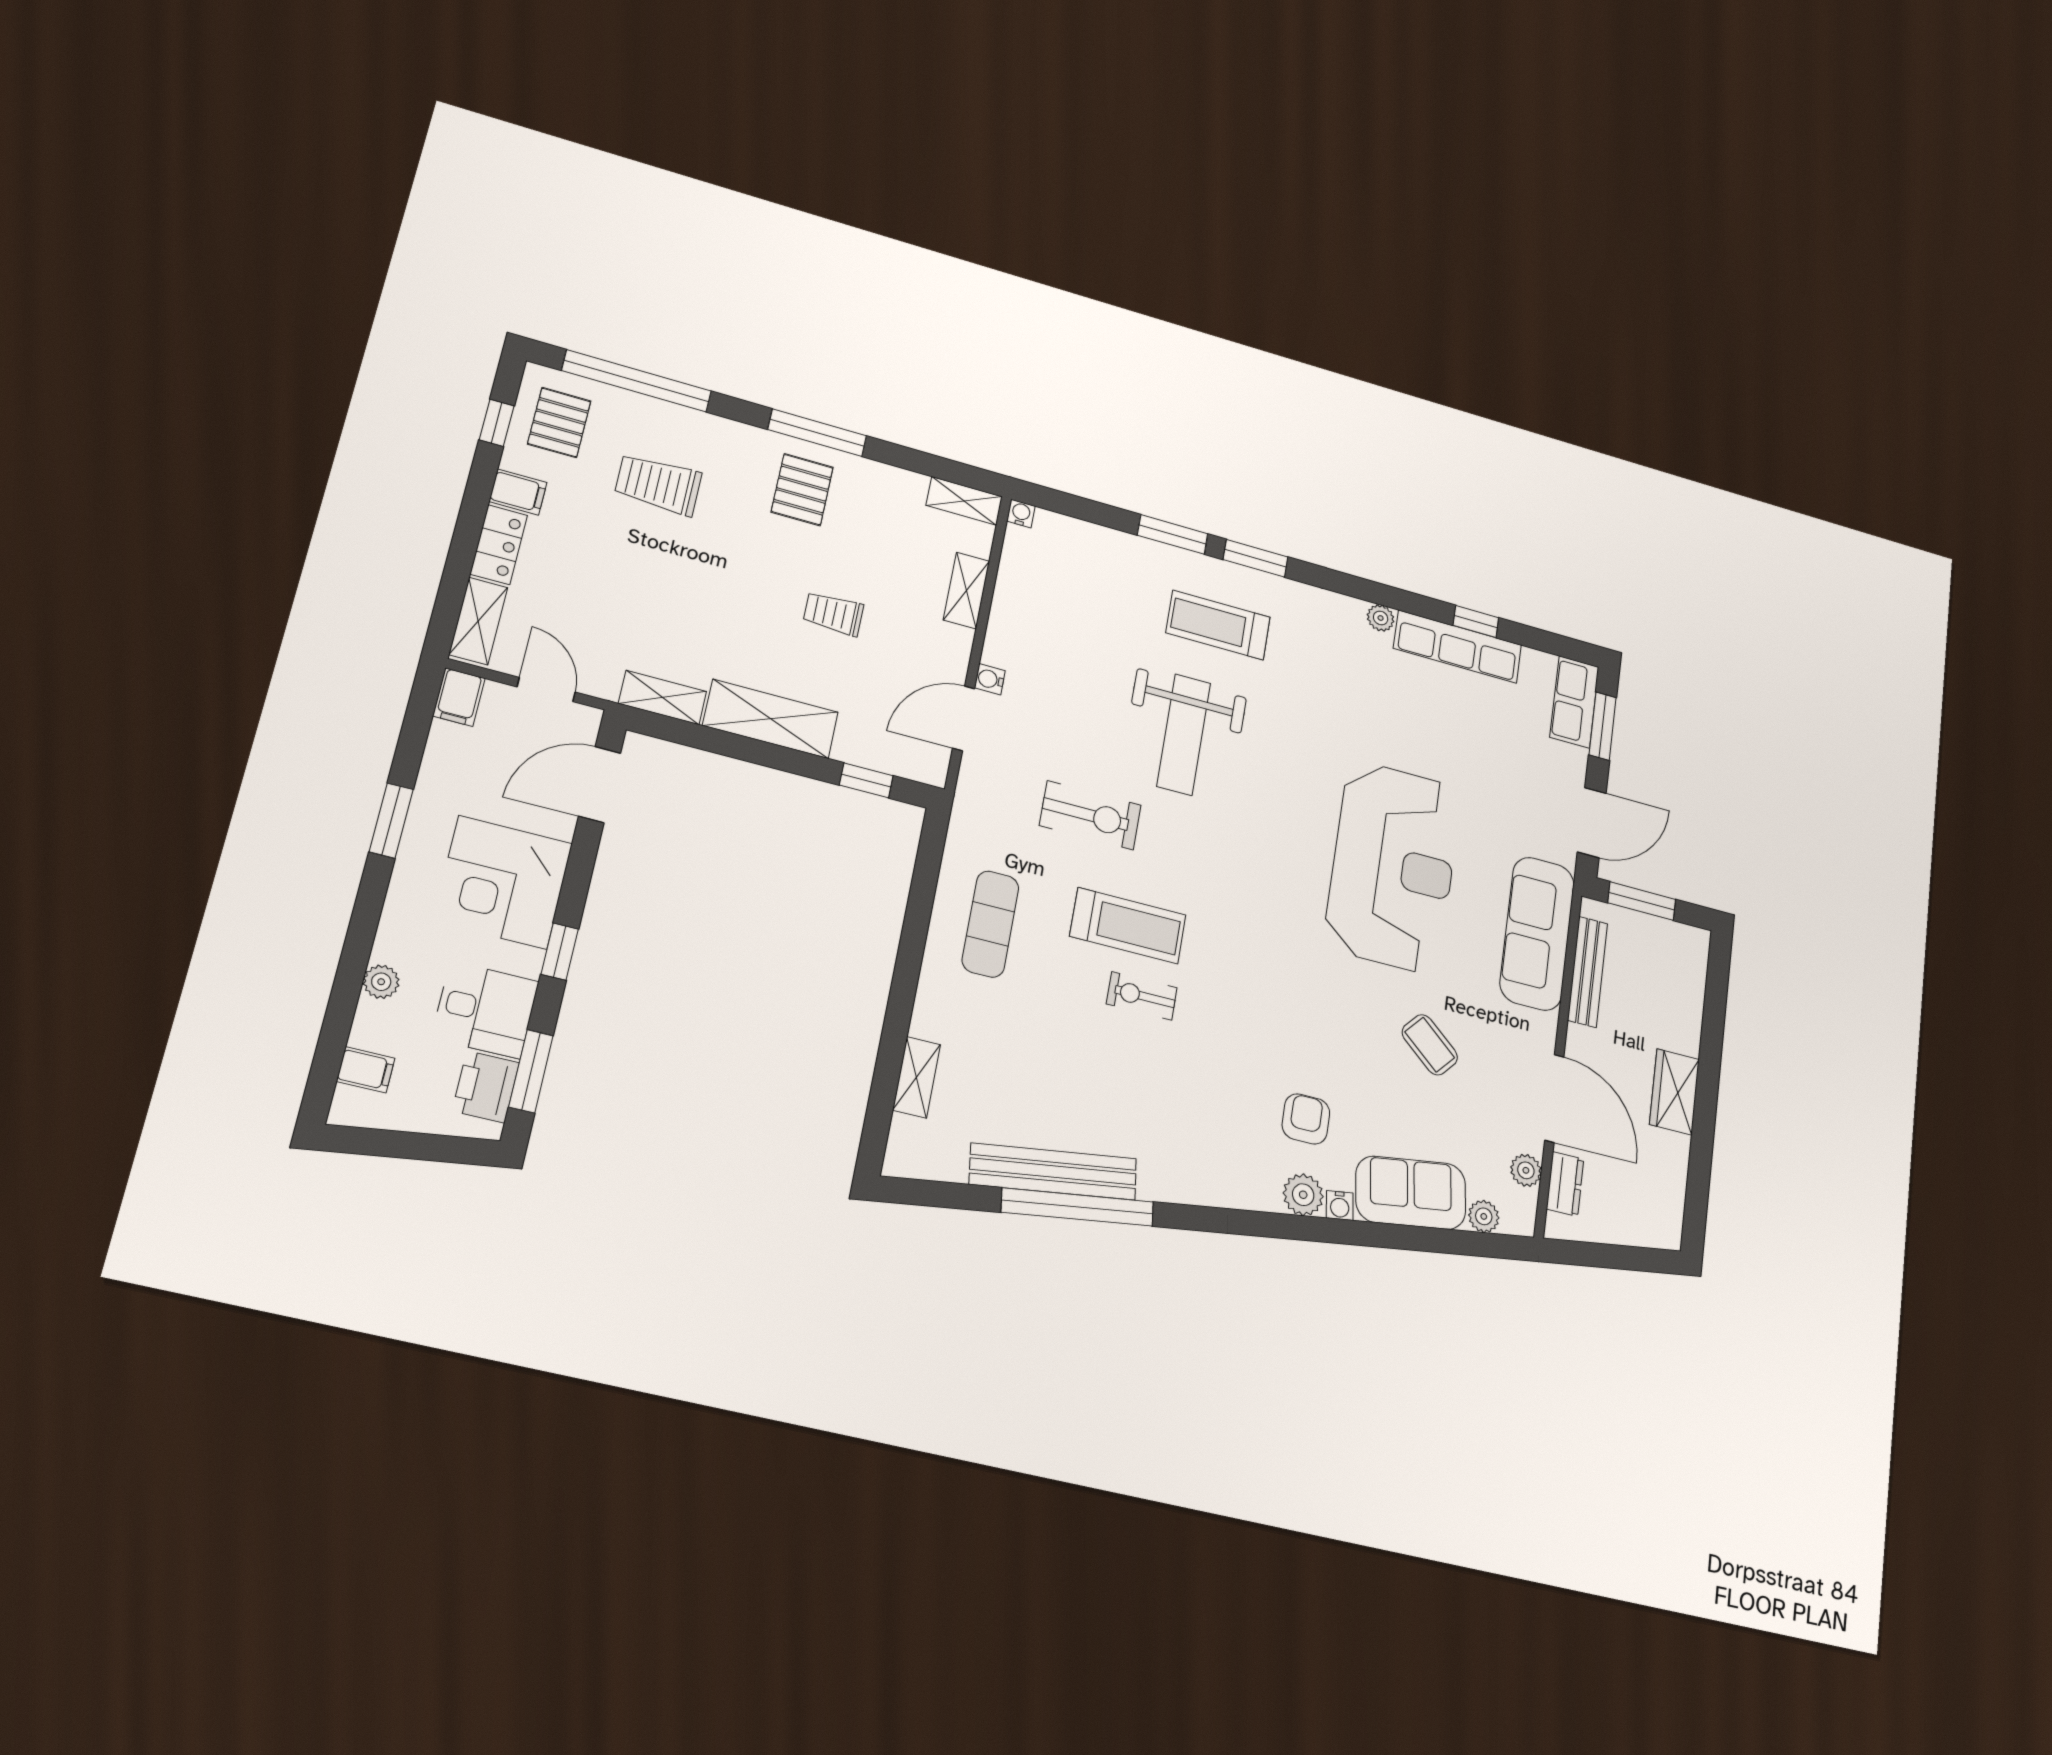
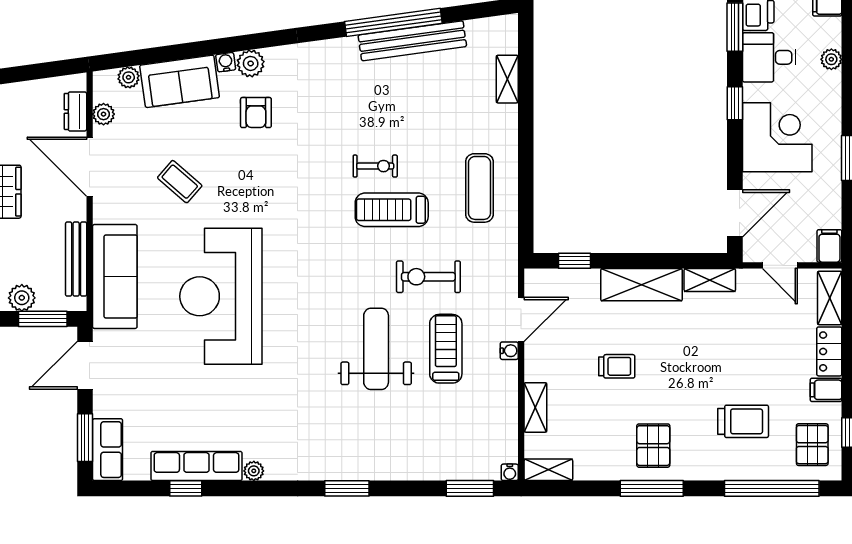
window: (1173, 535) -> (470, 488), moved
treadmill: (1218, 625) -> (446, 349), moved, turned -90
plant: (1667, 937) -> (22, 298), added

